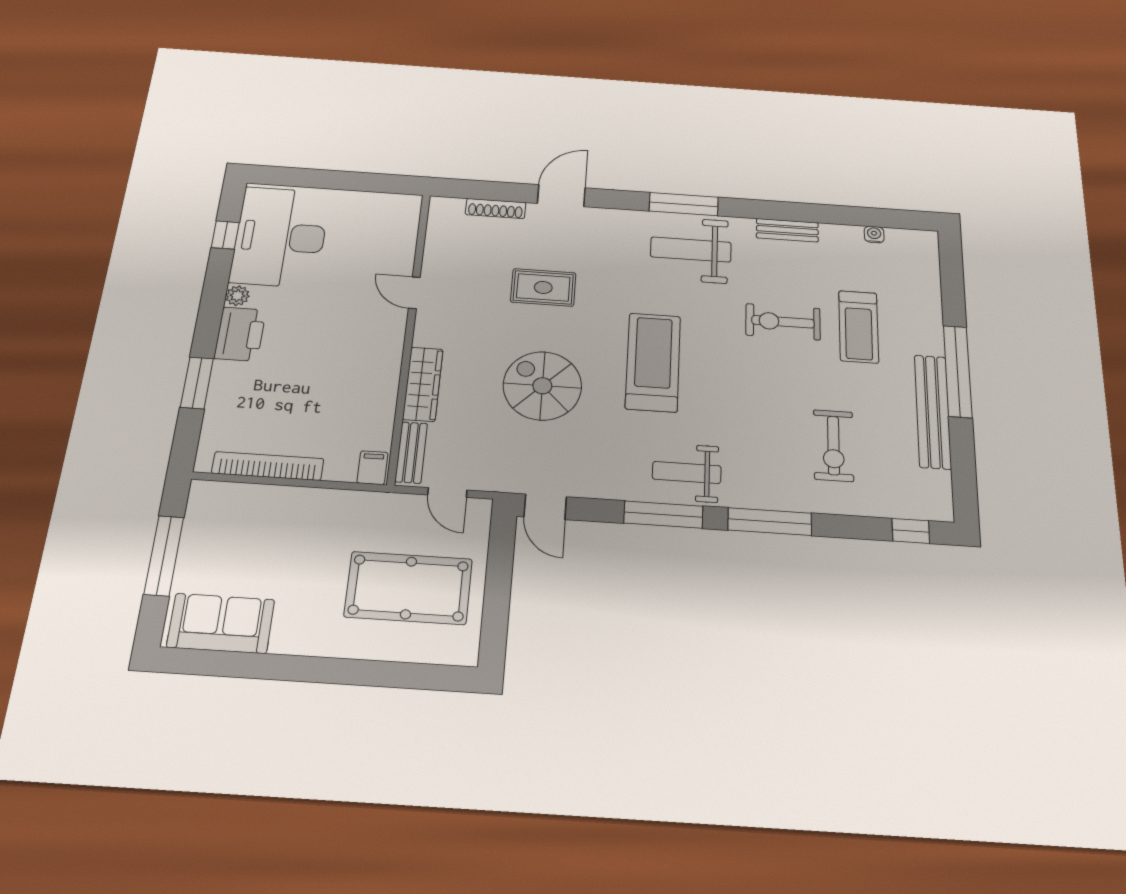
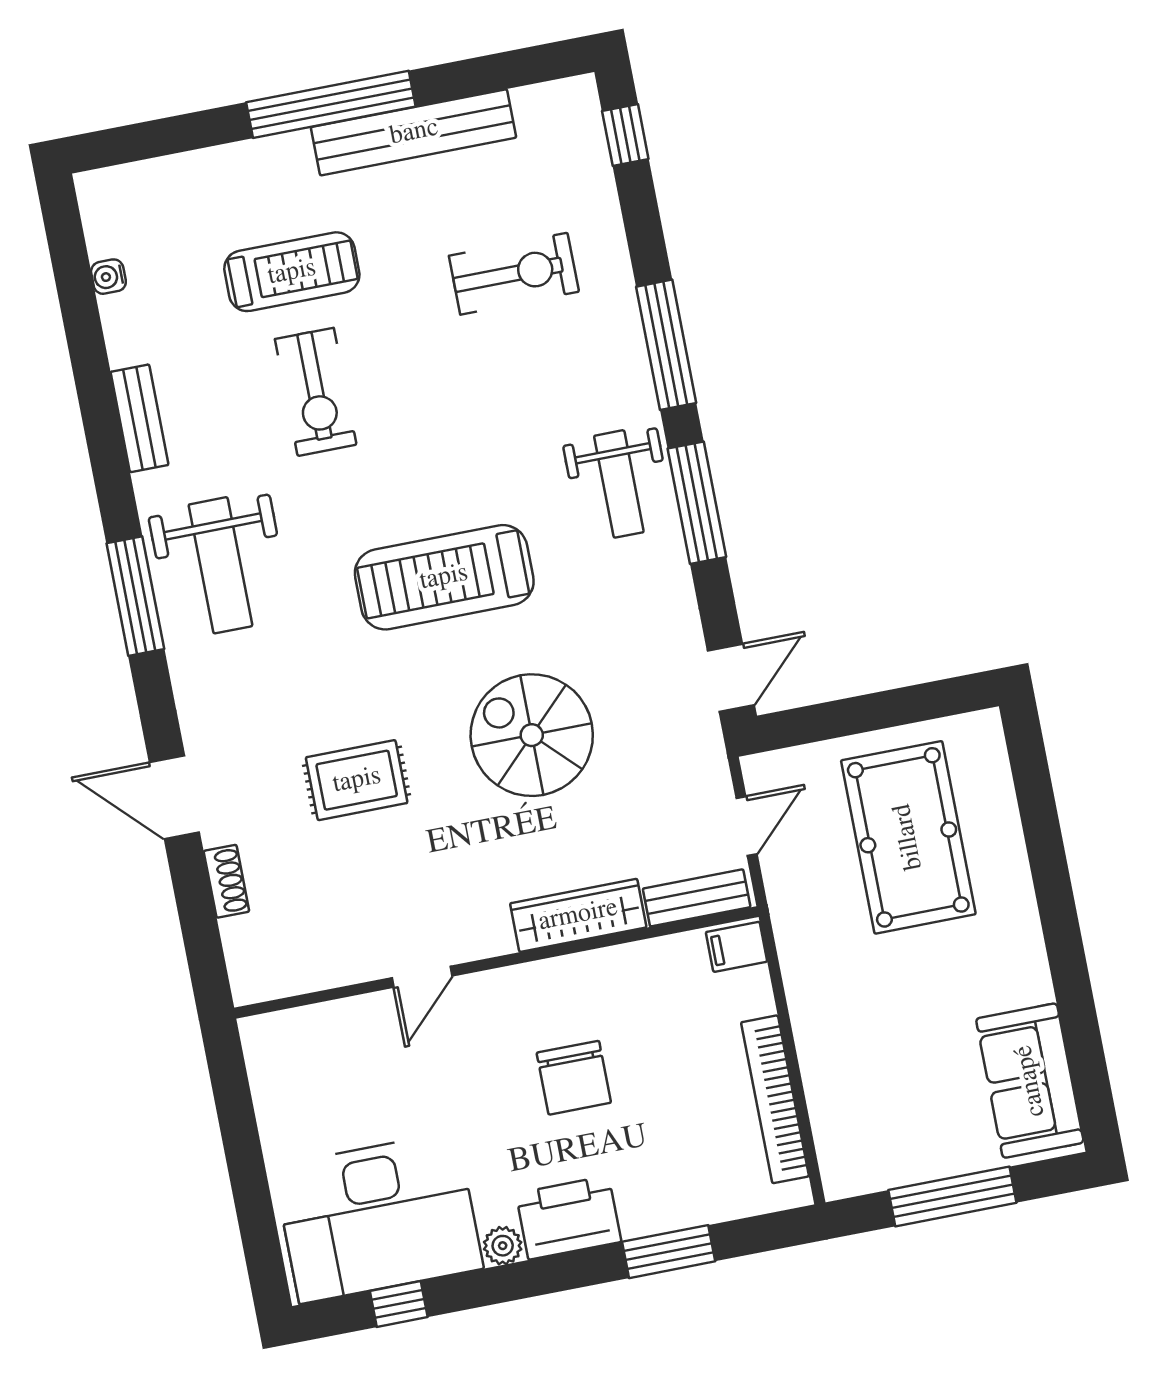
shoe rack: (496, 209) -> (226, 881), width x0.70
rug: (543, 287) -> (357, 780), turned 90
chair: (324, 358) -> (574, 1078), added
spiral stairs: (542, 386) -> (532, 735), turned 90

